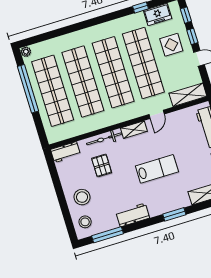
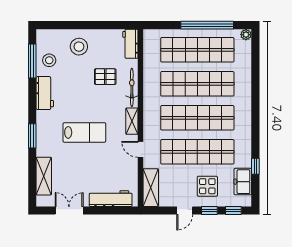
lab bench: (157, 169) -> (84, 132), turned -90
stool: (85, 222) -> (49, 60), moved

